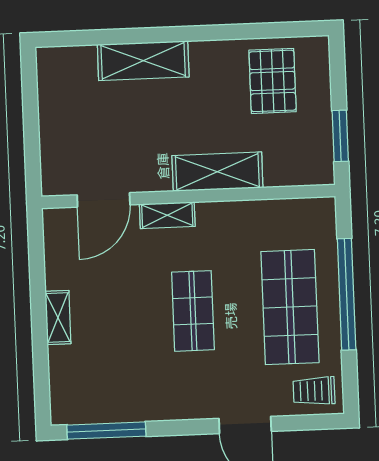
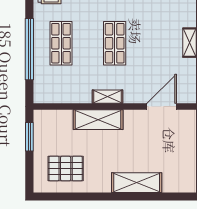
pallet: (273, 81) -> (66, 169), turned 90
shelving: (167, 215) -> (107, 97), moved
shop shelf: (290, 307) -> (61, 43), width x0.70, depth x0.74

